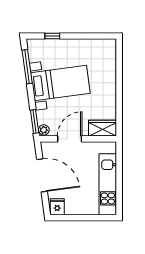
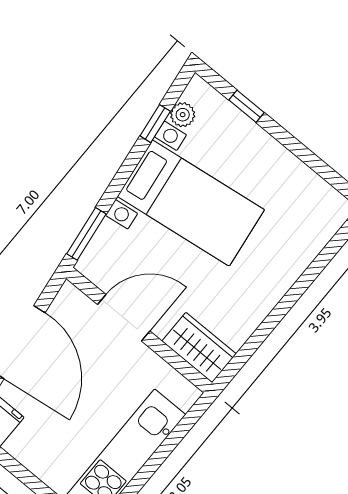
window: (27, 67) -> (155, 124), width x0.46
plant: (44, 130) -> (183, 115), moved

